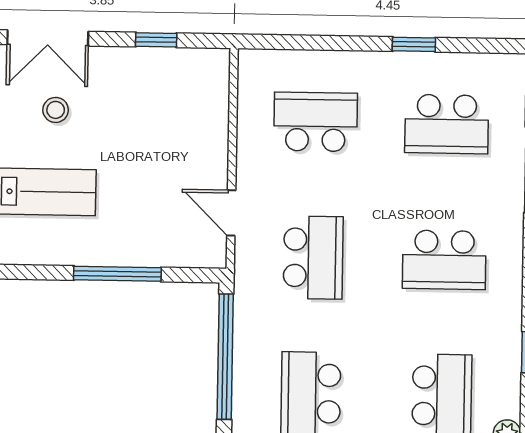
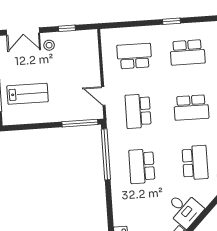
stool: (56, 110) -> (49, 45), moved
school desk: (313, 258) -> (138, 111), turned 180
window: (117, 274) -> (80, 123), moved

